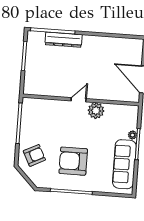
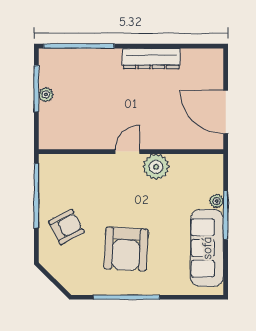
dresser: (64, 40) -> (151, 59), moved
plant: (30, 60) -> (46, 95), added
armchair: (34, 155) -> (66, 227), moved
armchair: (73, 161) -> (126, 249), turned -87

